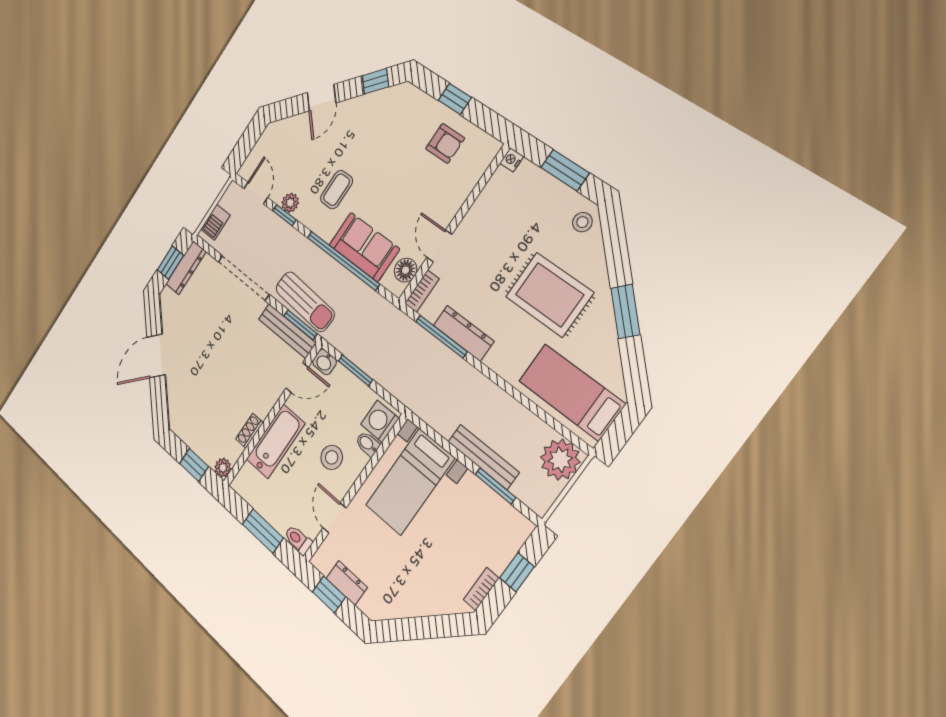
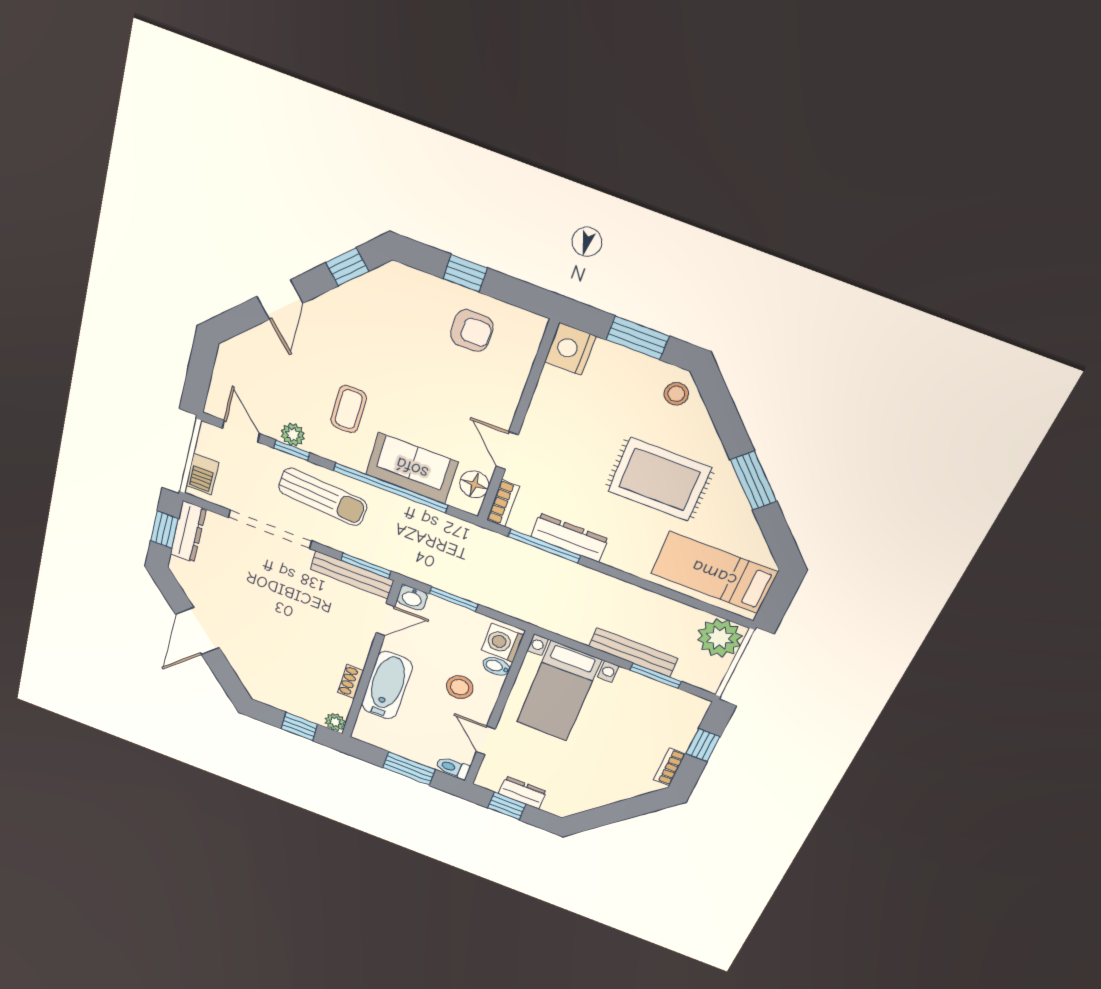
nightstand: (512, 160) -> (570, 349), width x1.89, depth x1.79
sun lounger: (305, 301) -> (323, 497), moved

